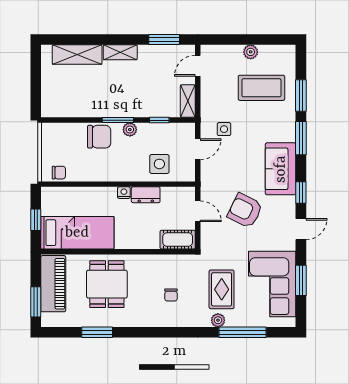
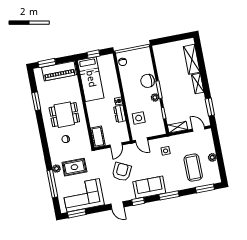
window: (301, 96) -> (205, 188), moved
chair: (99, 137) -> (148, 81), turned 90
door: (198, 149) -> (141, 140), moved
window: (301, 280) -> (77, 213), moved
dining table: (107, 284) -> (64, 115), moved

